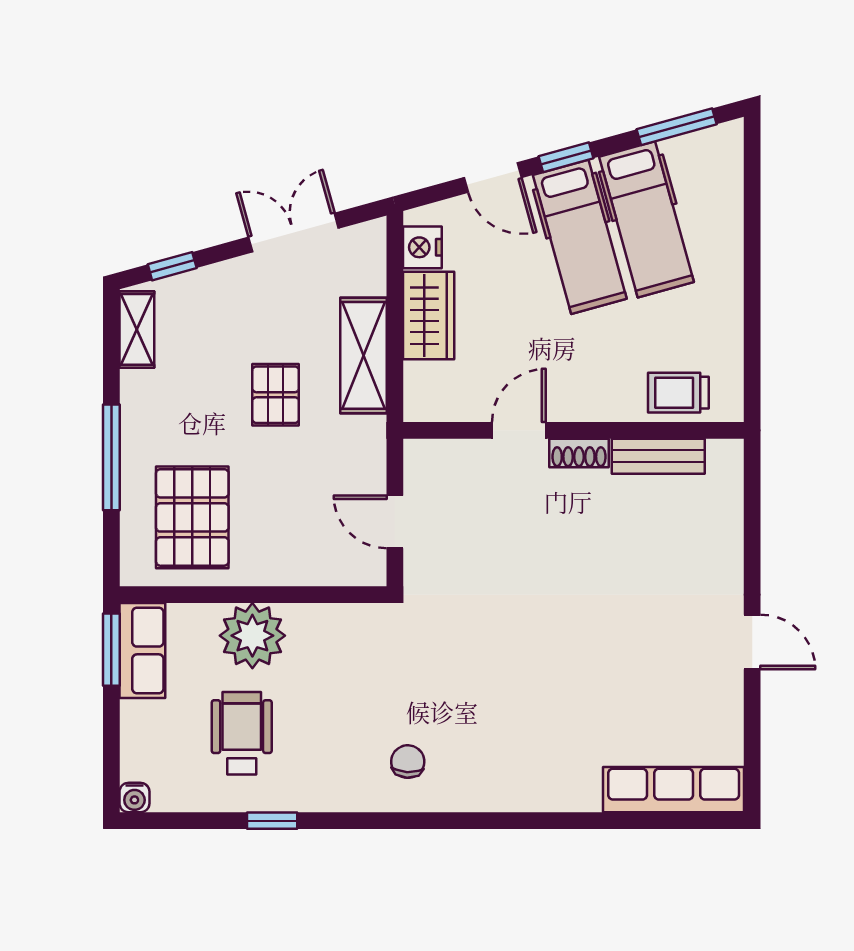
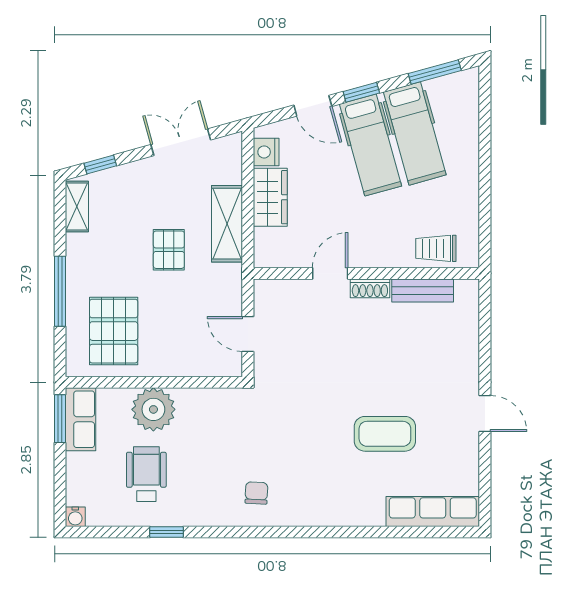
coffee table: (602, 672) -> (385, 434), added

